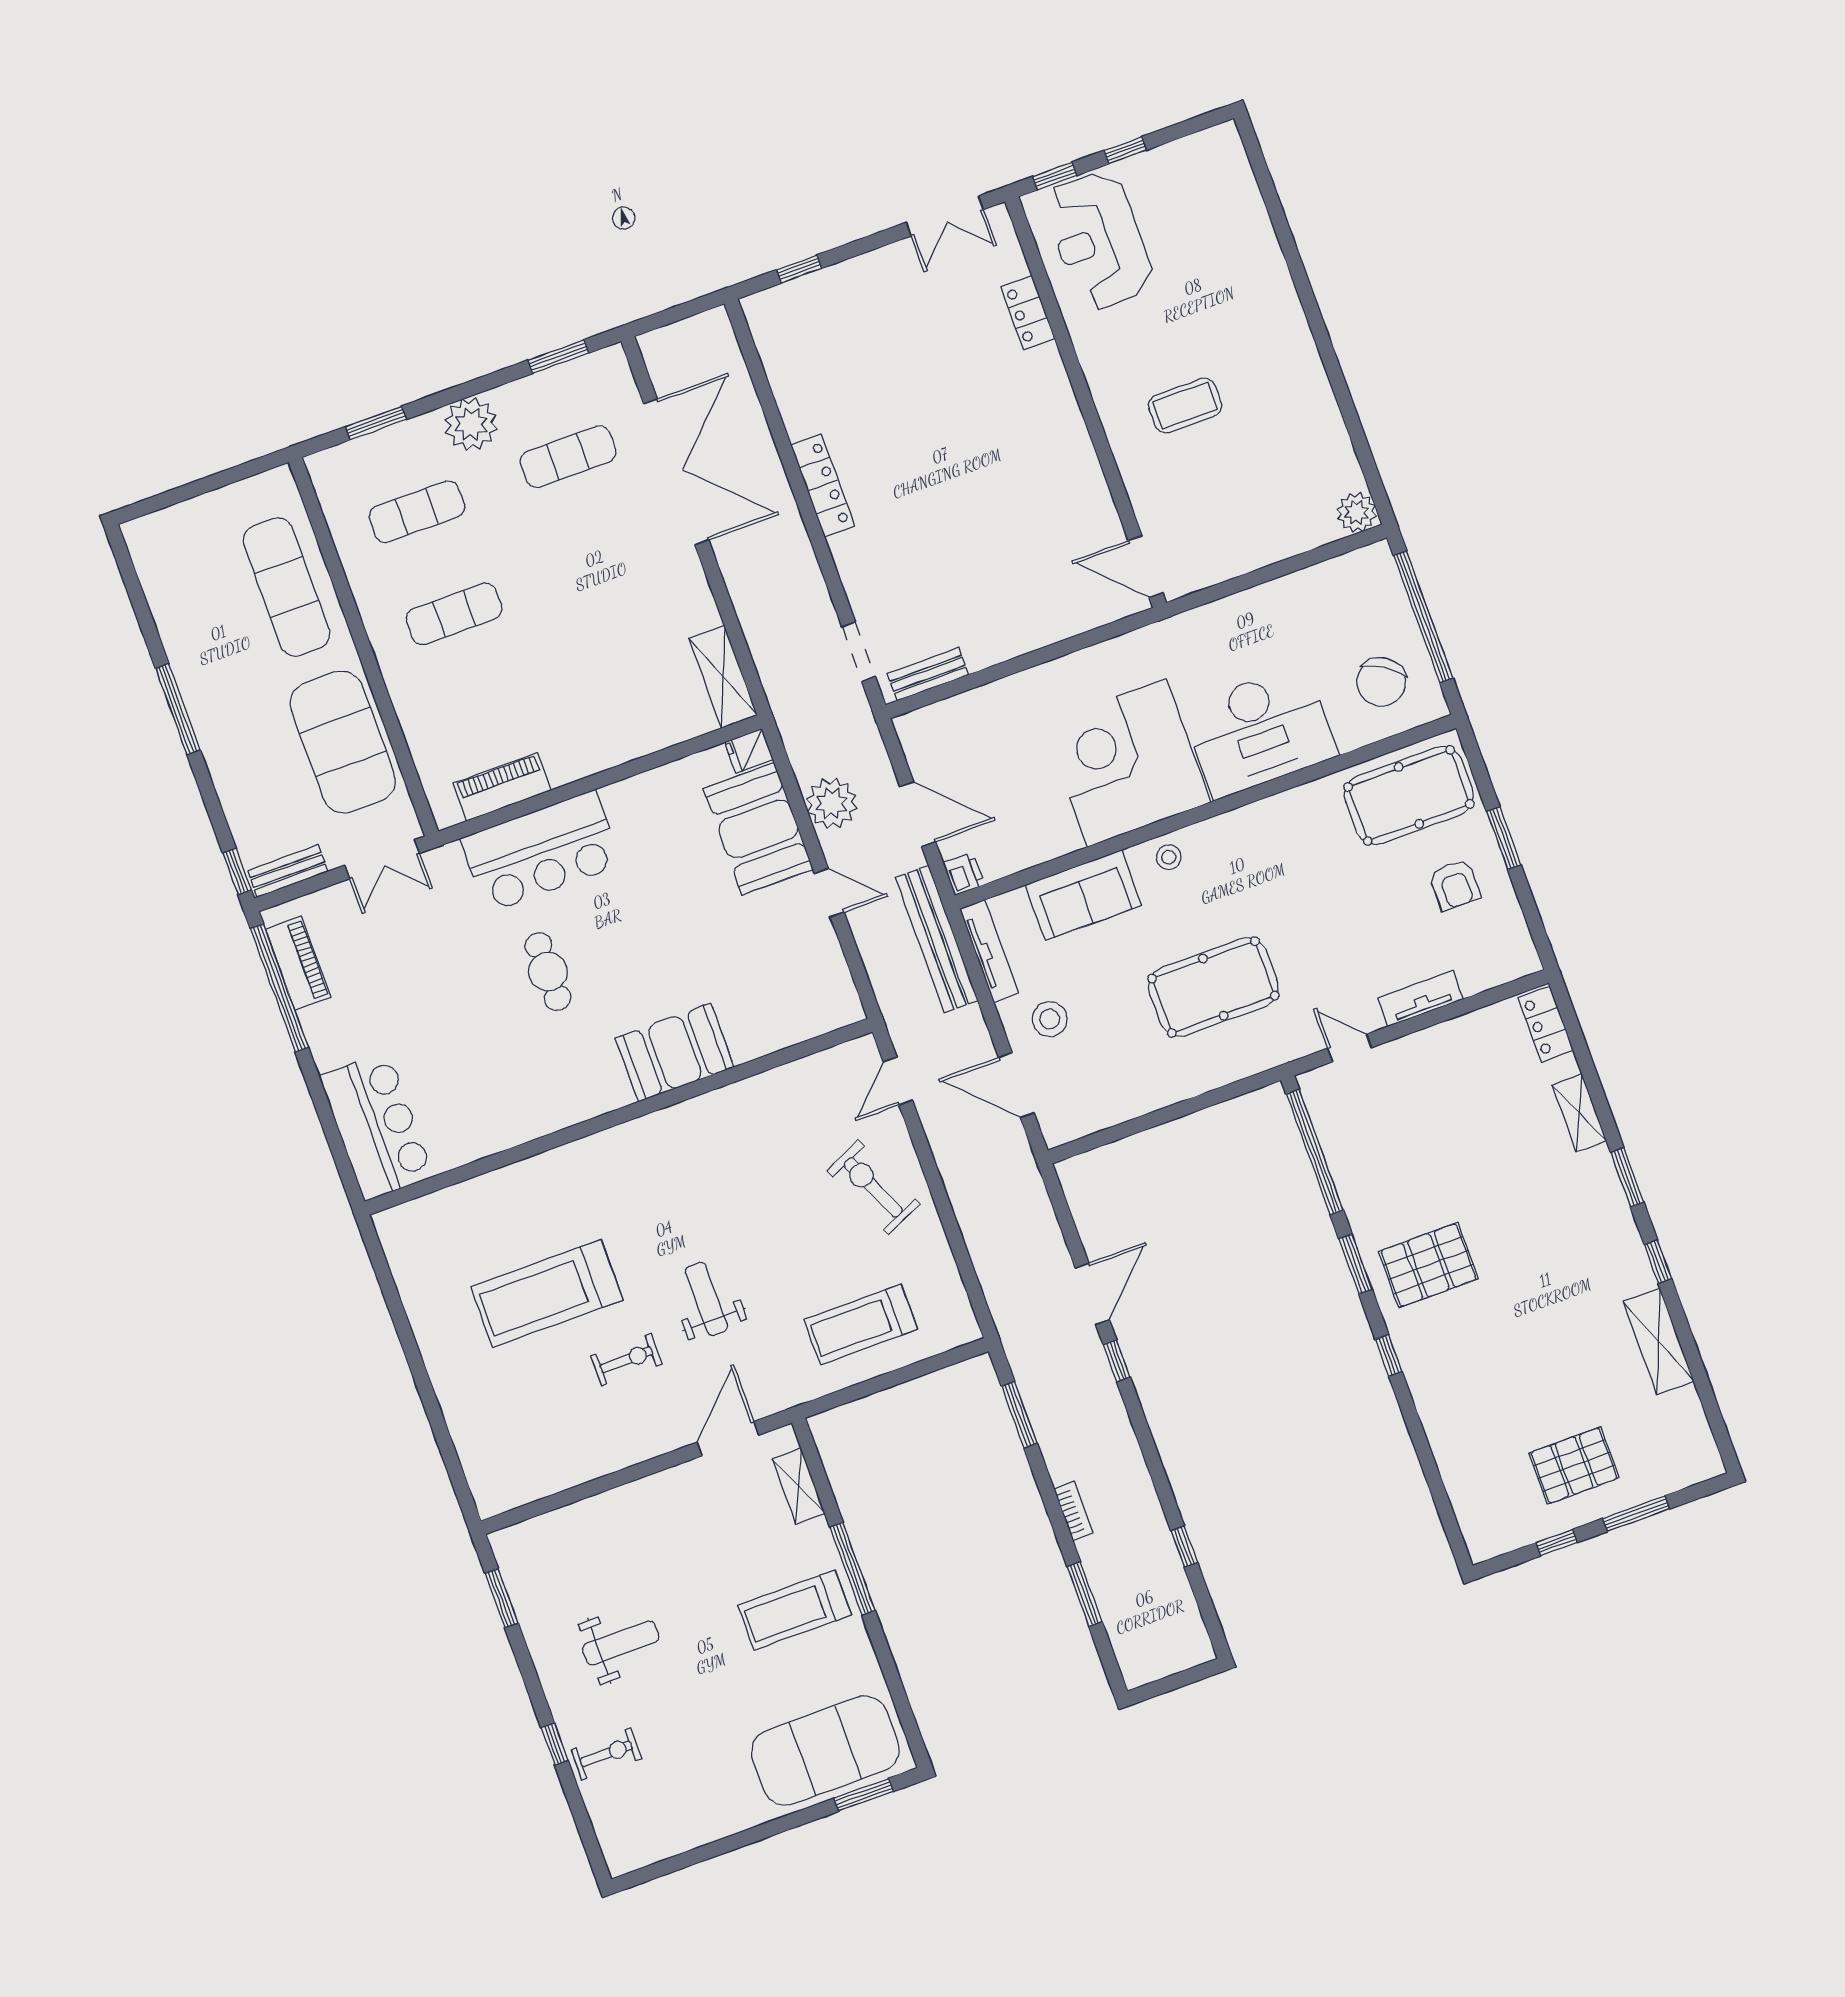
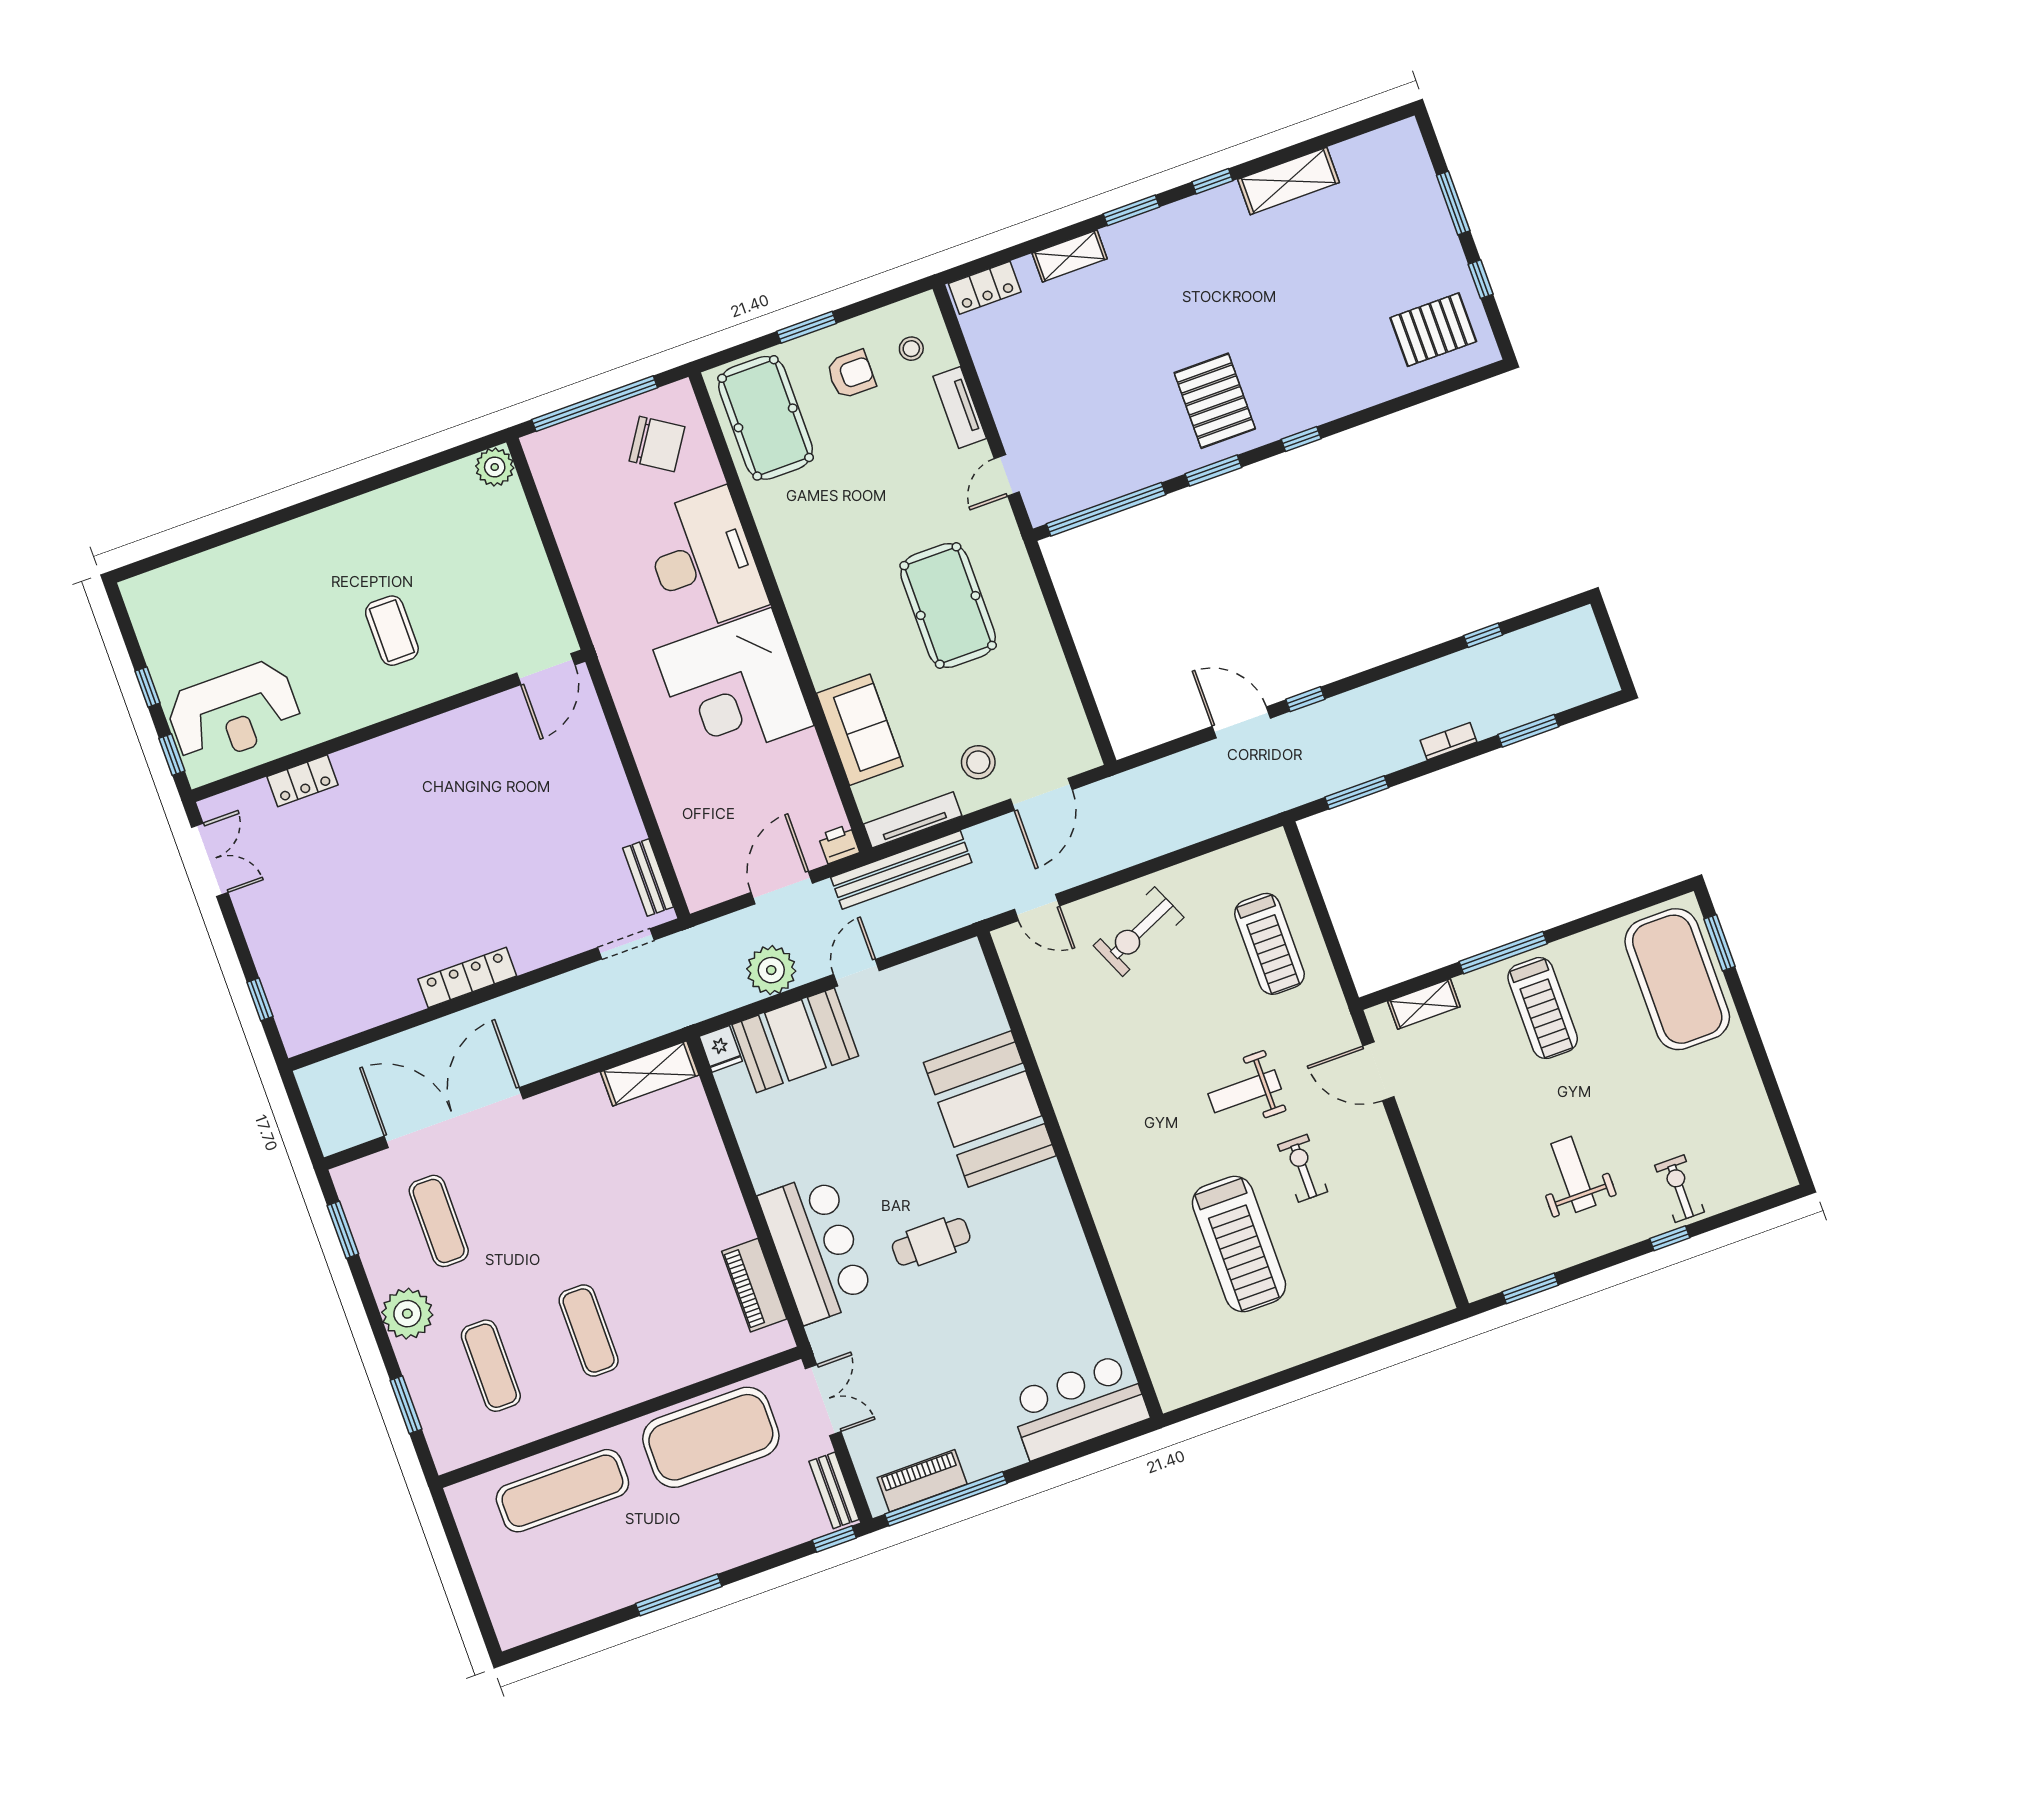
stool: (1169, 857) -> (911, 349), moved
booth: (675, 1052) -> (990, 1109), width x1.36, depth x1.42
pallet: (1574, 1465) -> (1433, 330), moved, turned 90

